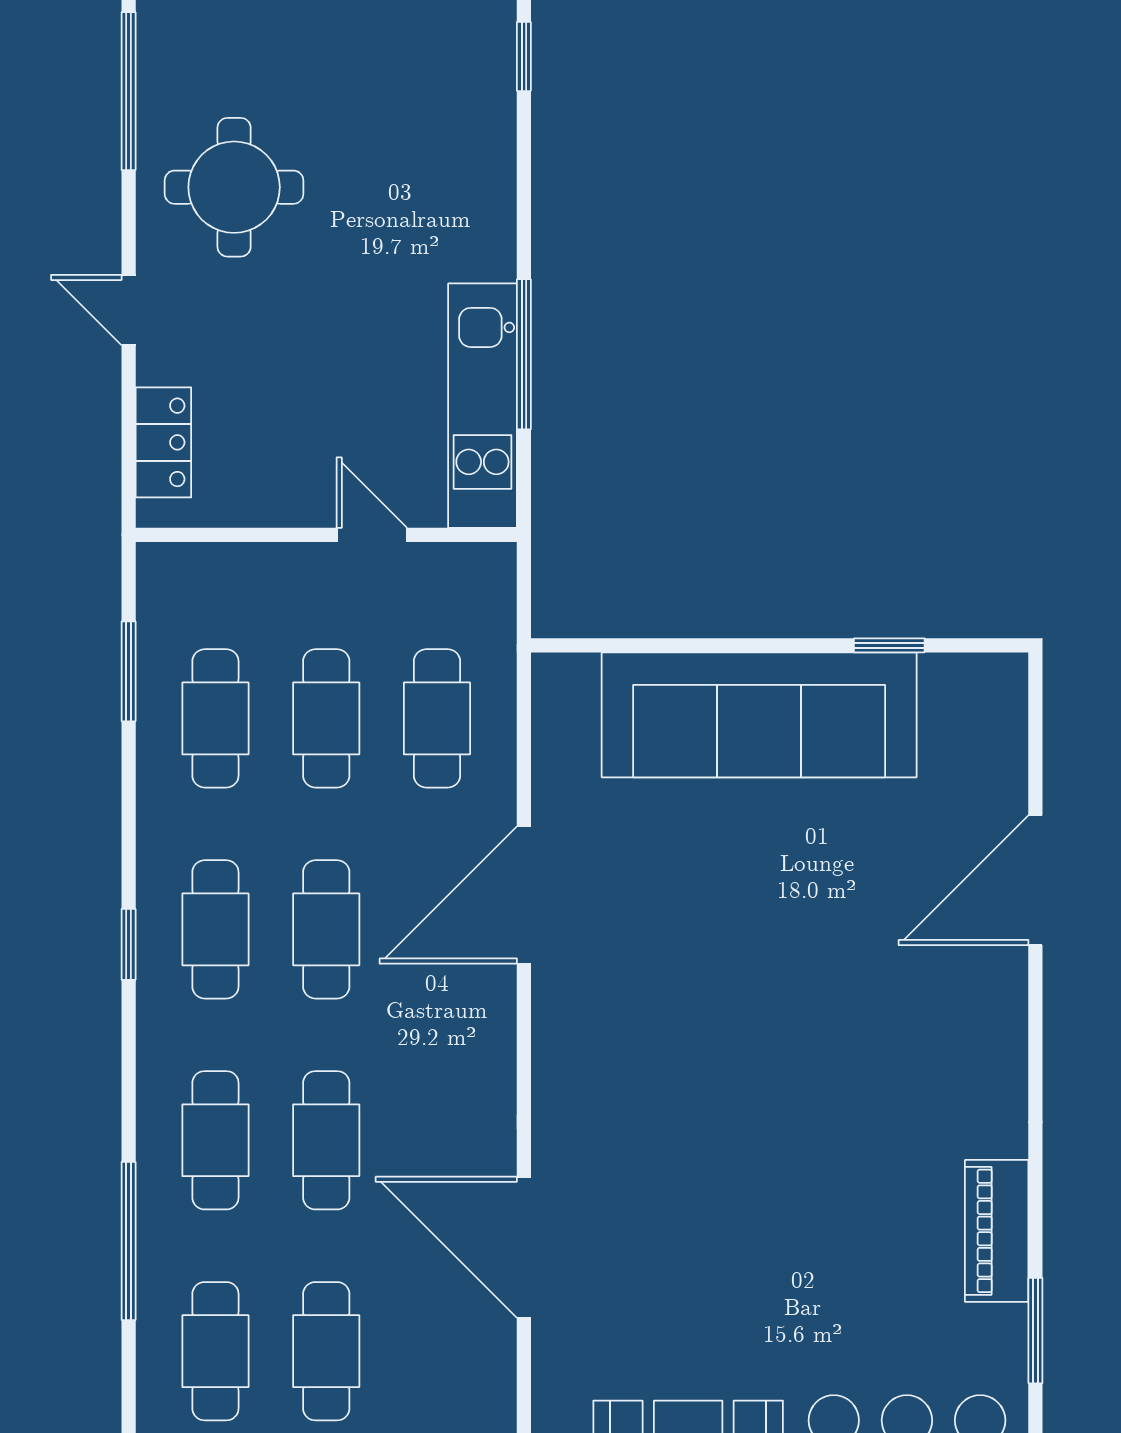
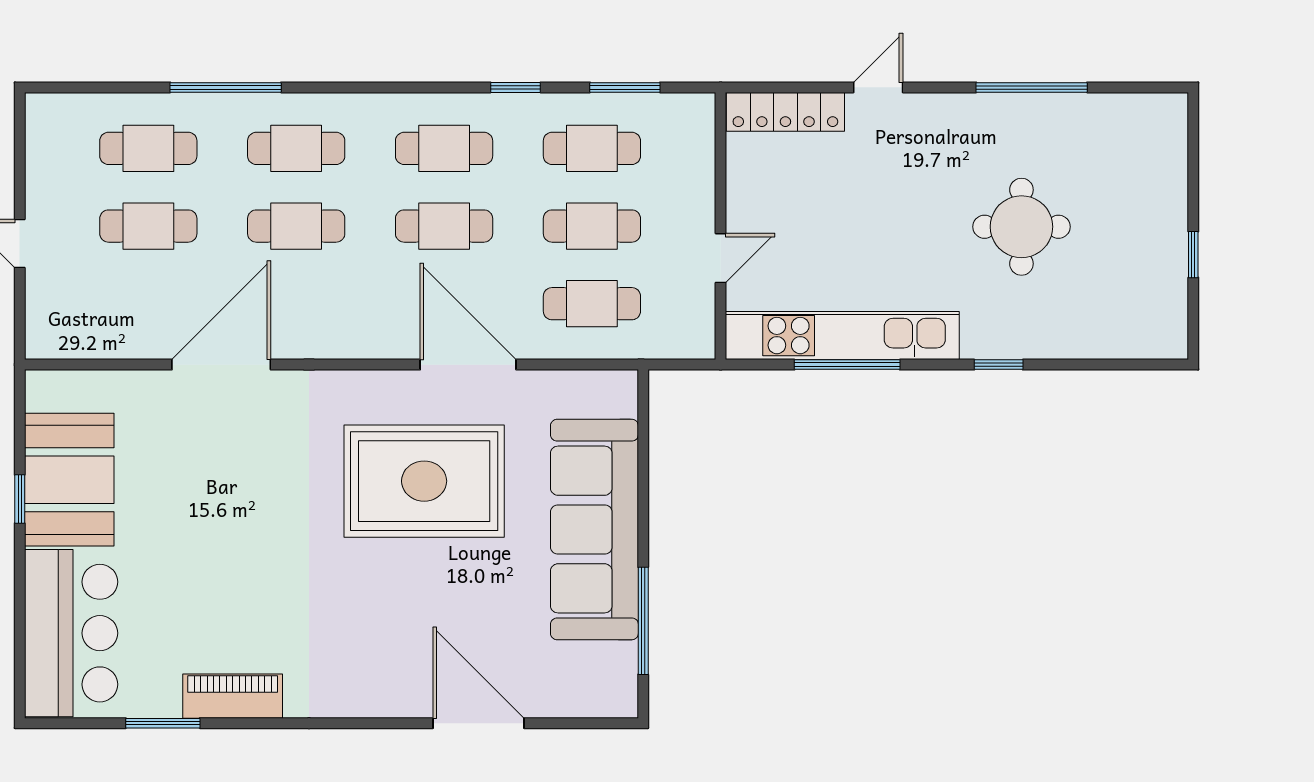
window: (524, 56) -> (999, 365), moved
round table: (234, 187) -> (1021, 227), moved
kitchen unit: (482, 406) -> (842, 336), width x1.36
locker: (163, 442) -> (785, 112), width x1.53
window: (889, 645) -> (643, 621), width x2.17
window: (129, 944) -> (515, 87), moved
rug: (690, 958) -> (424, 481), added

